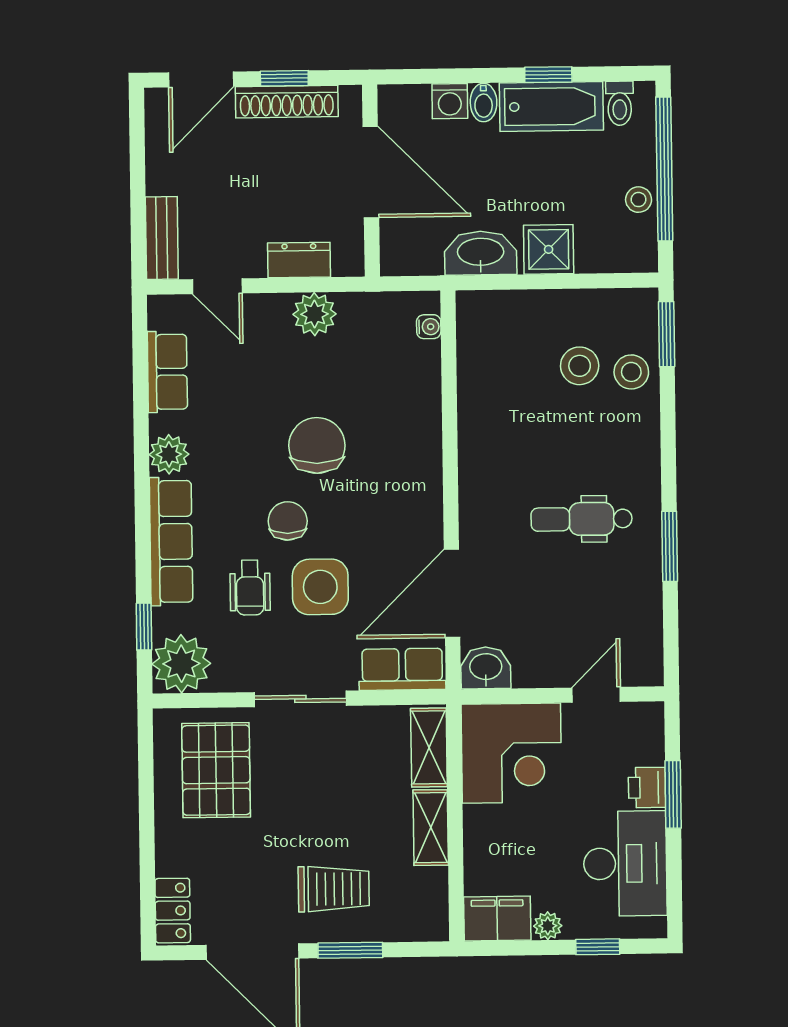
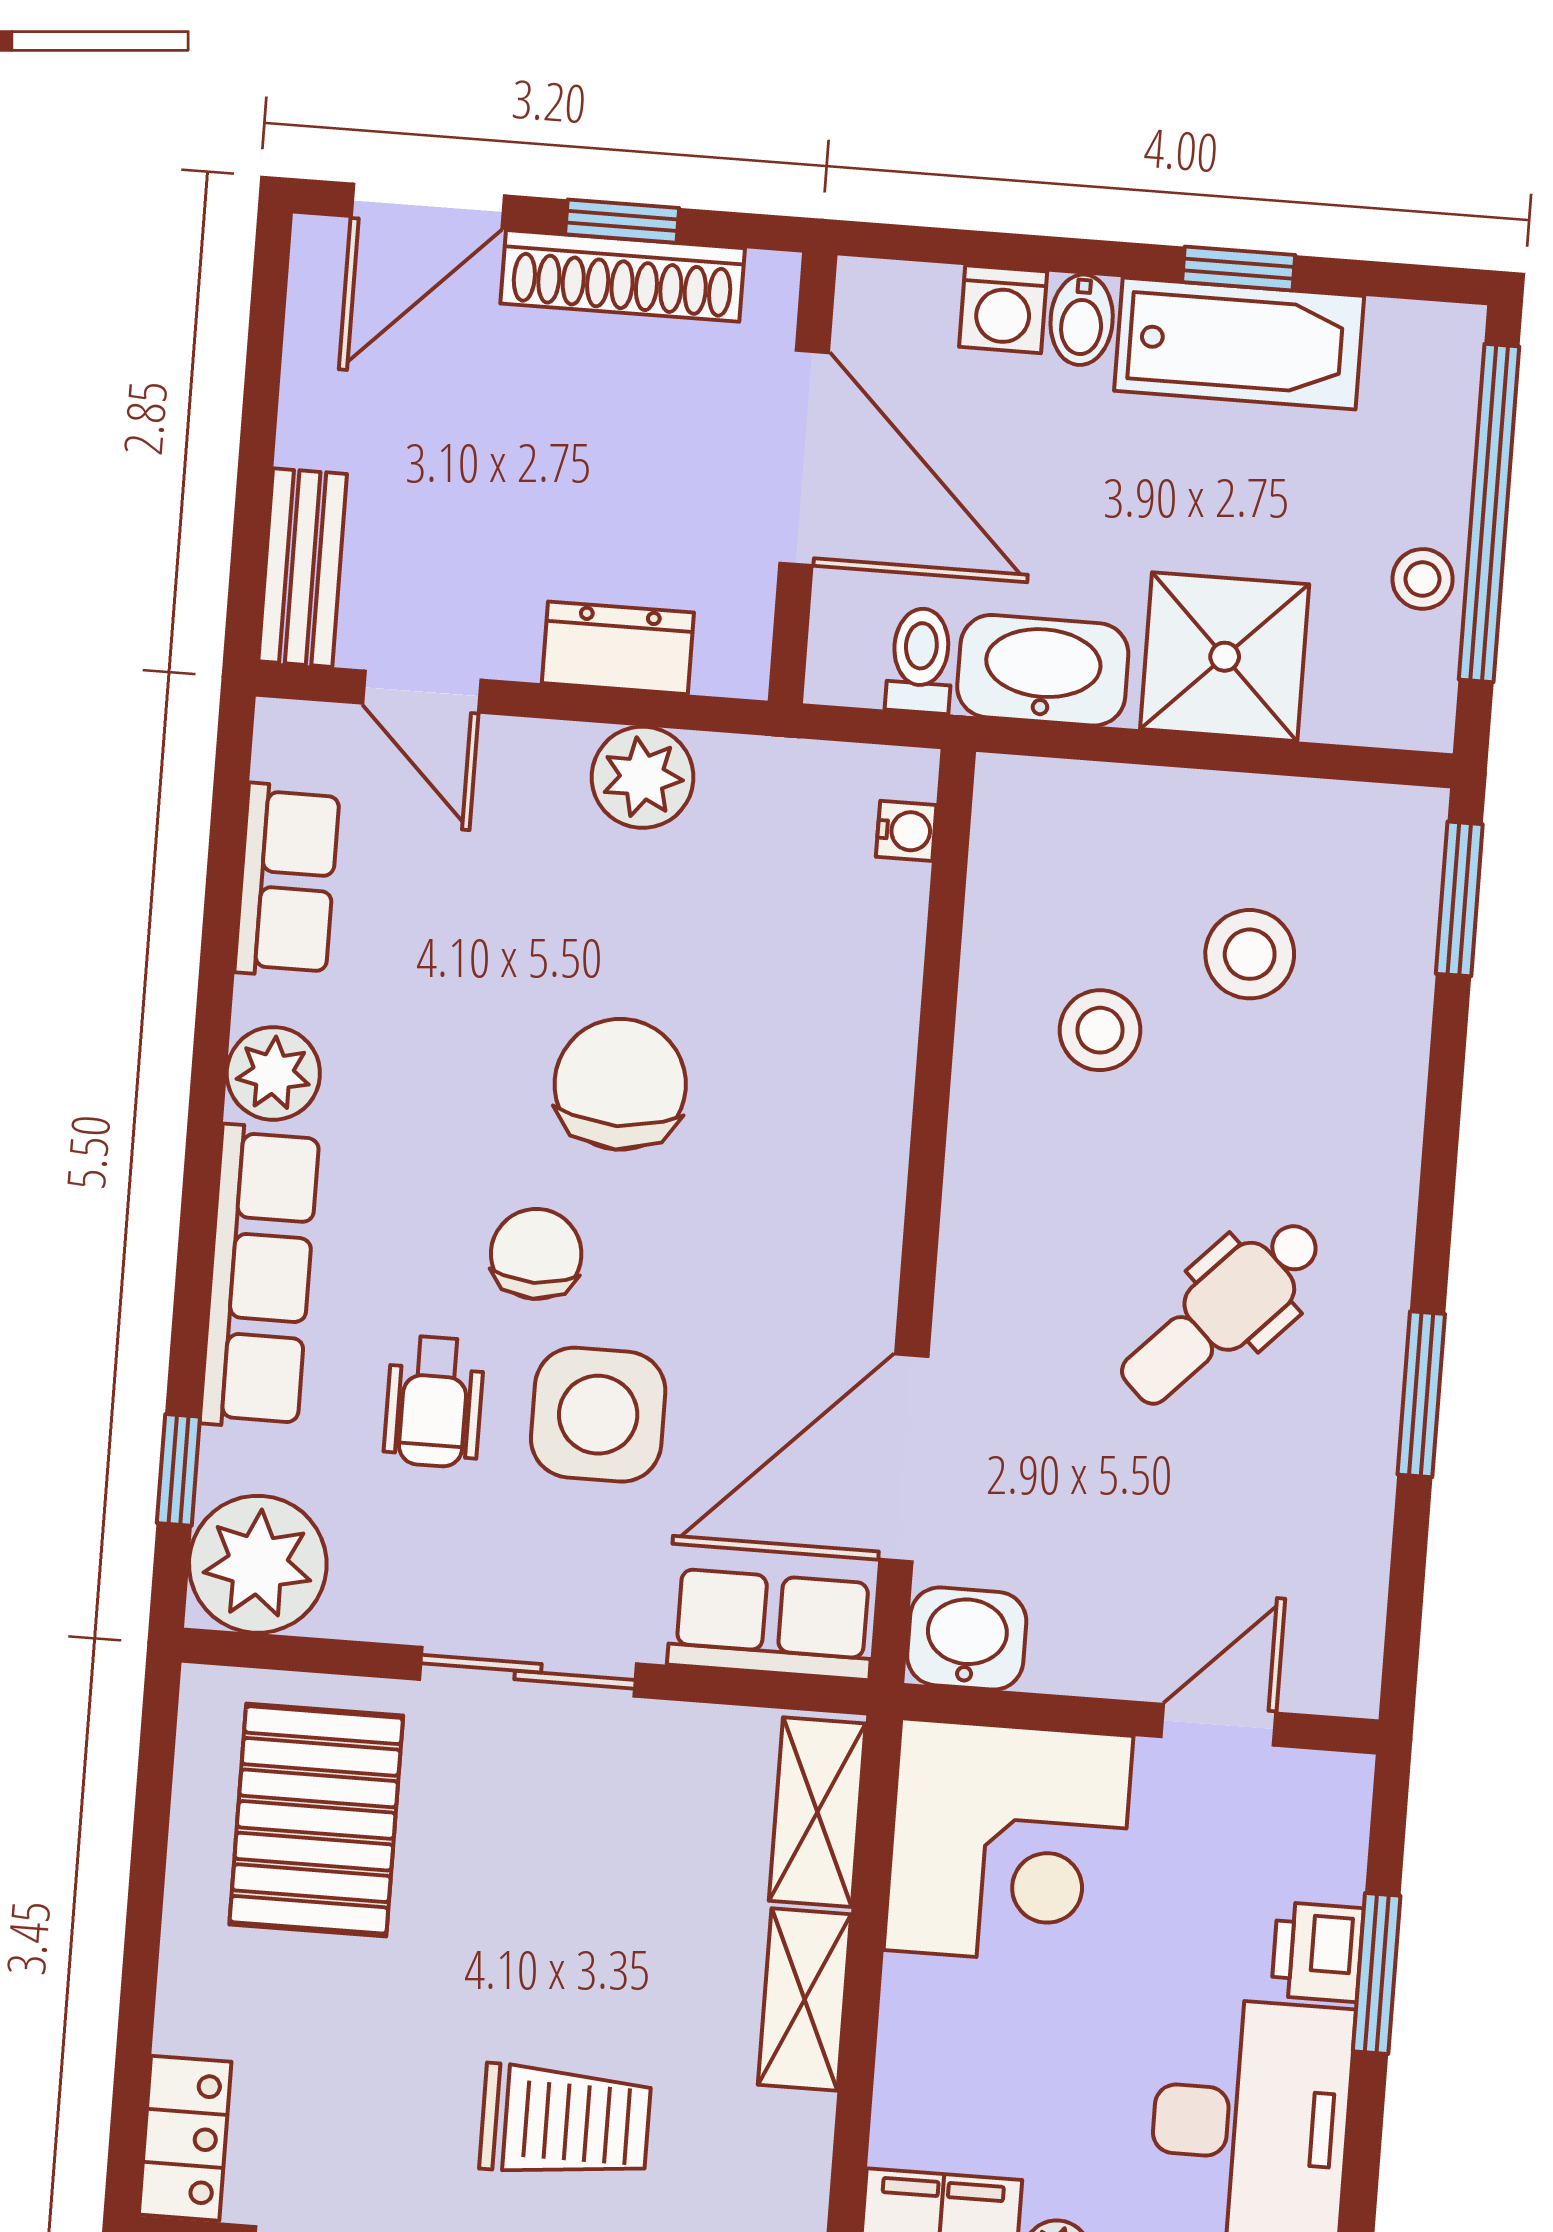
toilet: (620, 103) -> (920, 660), moved, turned 180
shower: (549, 249) -> (1225, 657), width x1.36, depth x1.36
stool: (631, 372) -> (1100, 1030), moved
dental chair: (582, 519) -> (1222, 1312), turned -46

